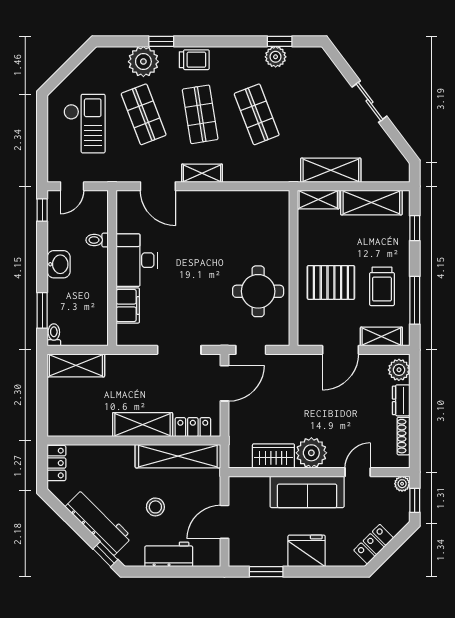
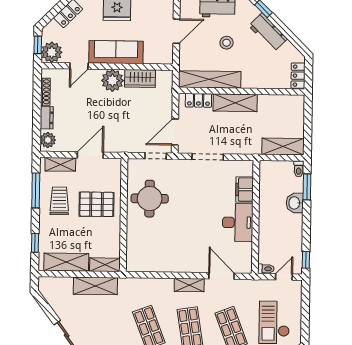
toilet: (97, 240) -> (266, 269), moved
washbasin: (59, 264) -> (295, 203), moved
plant: (402, 484) -> (52, 52), width x1.88, depth x1.88
workbench: (99, 522) -> (268, 32), width x0.73

